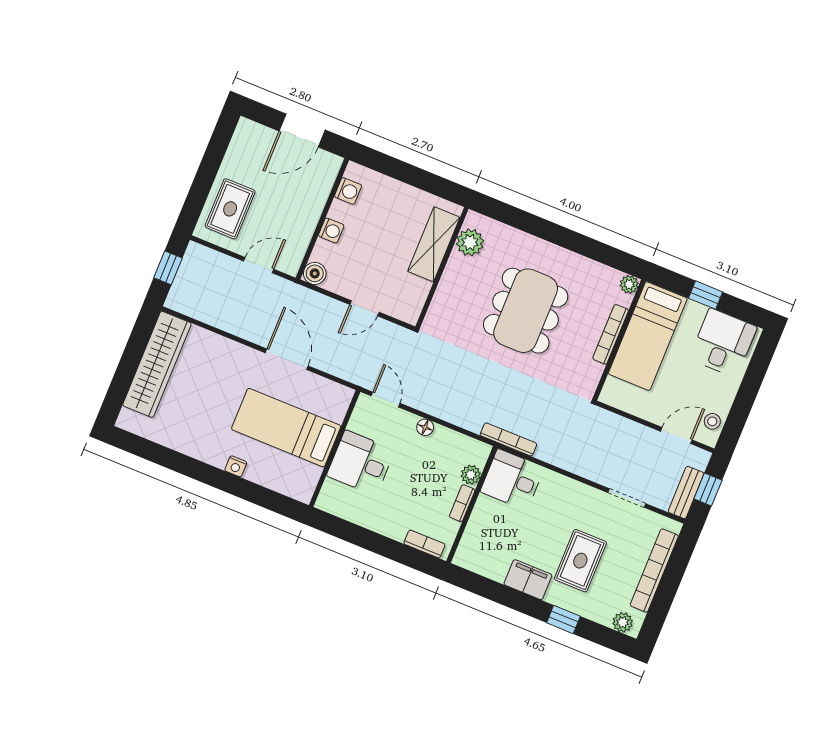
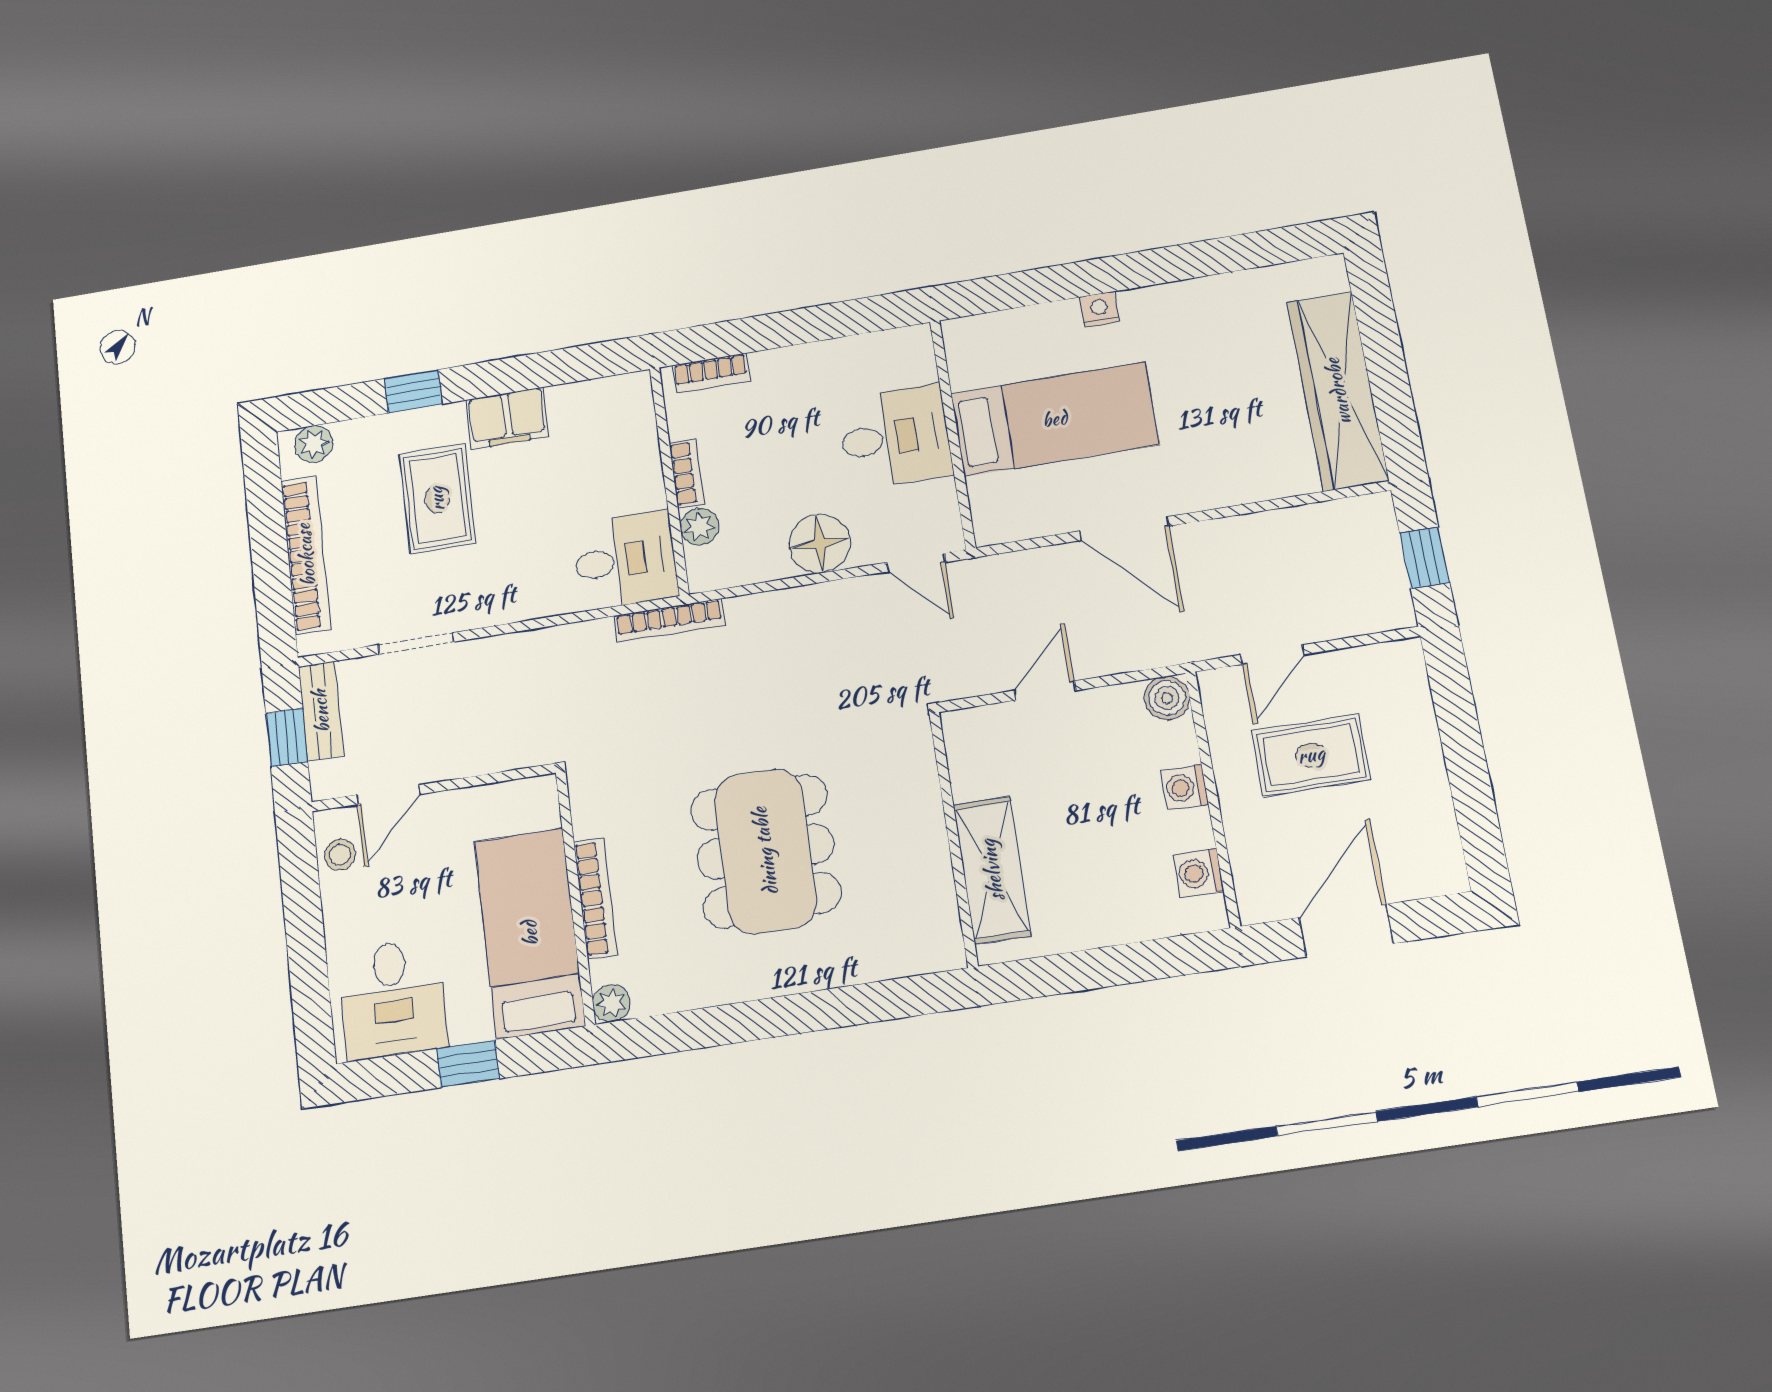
rug: (230, 209) -> (1311, 755), moved, turned 90
plant: (470, 242) -> (931, 911), removed
floor lamp: (425, 427) -> (820, 543), width x1.89, depth x1.89

